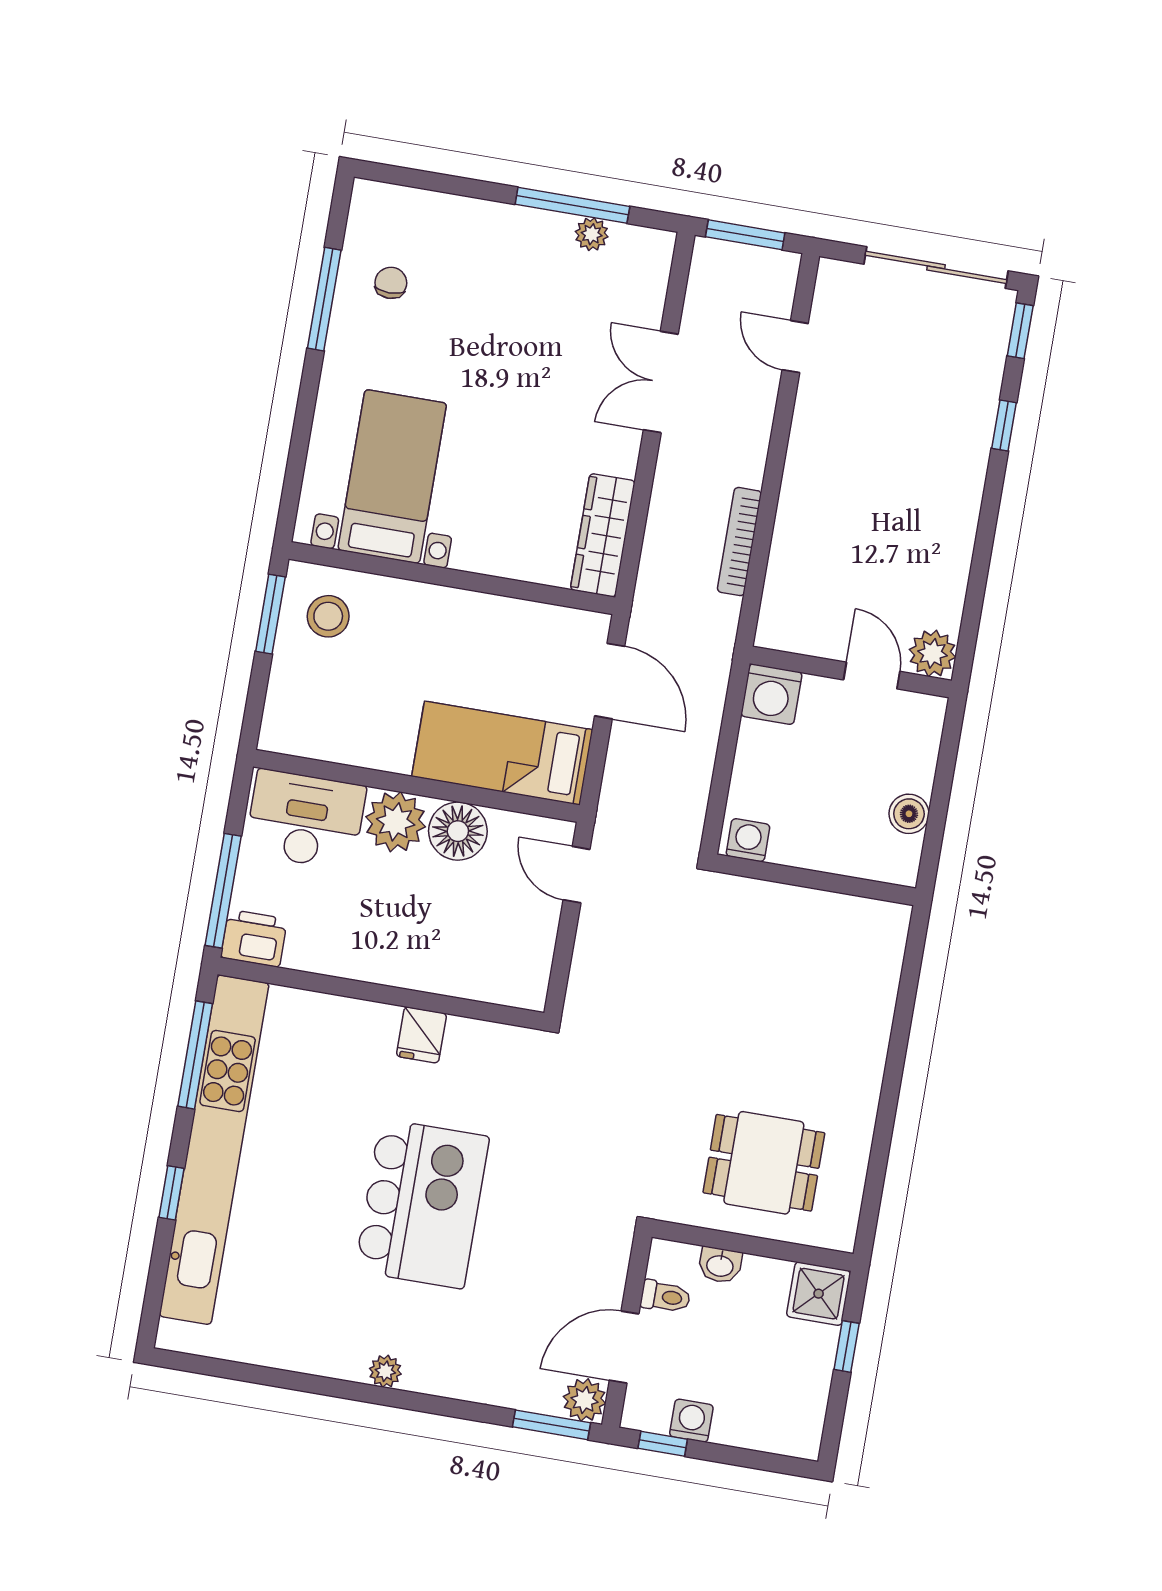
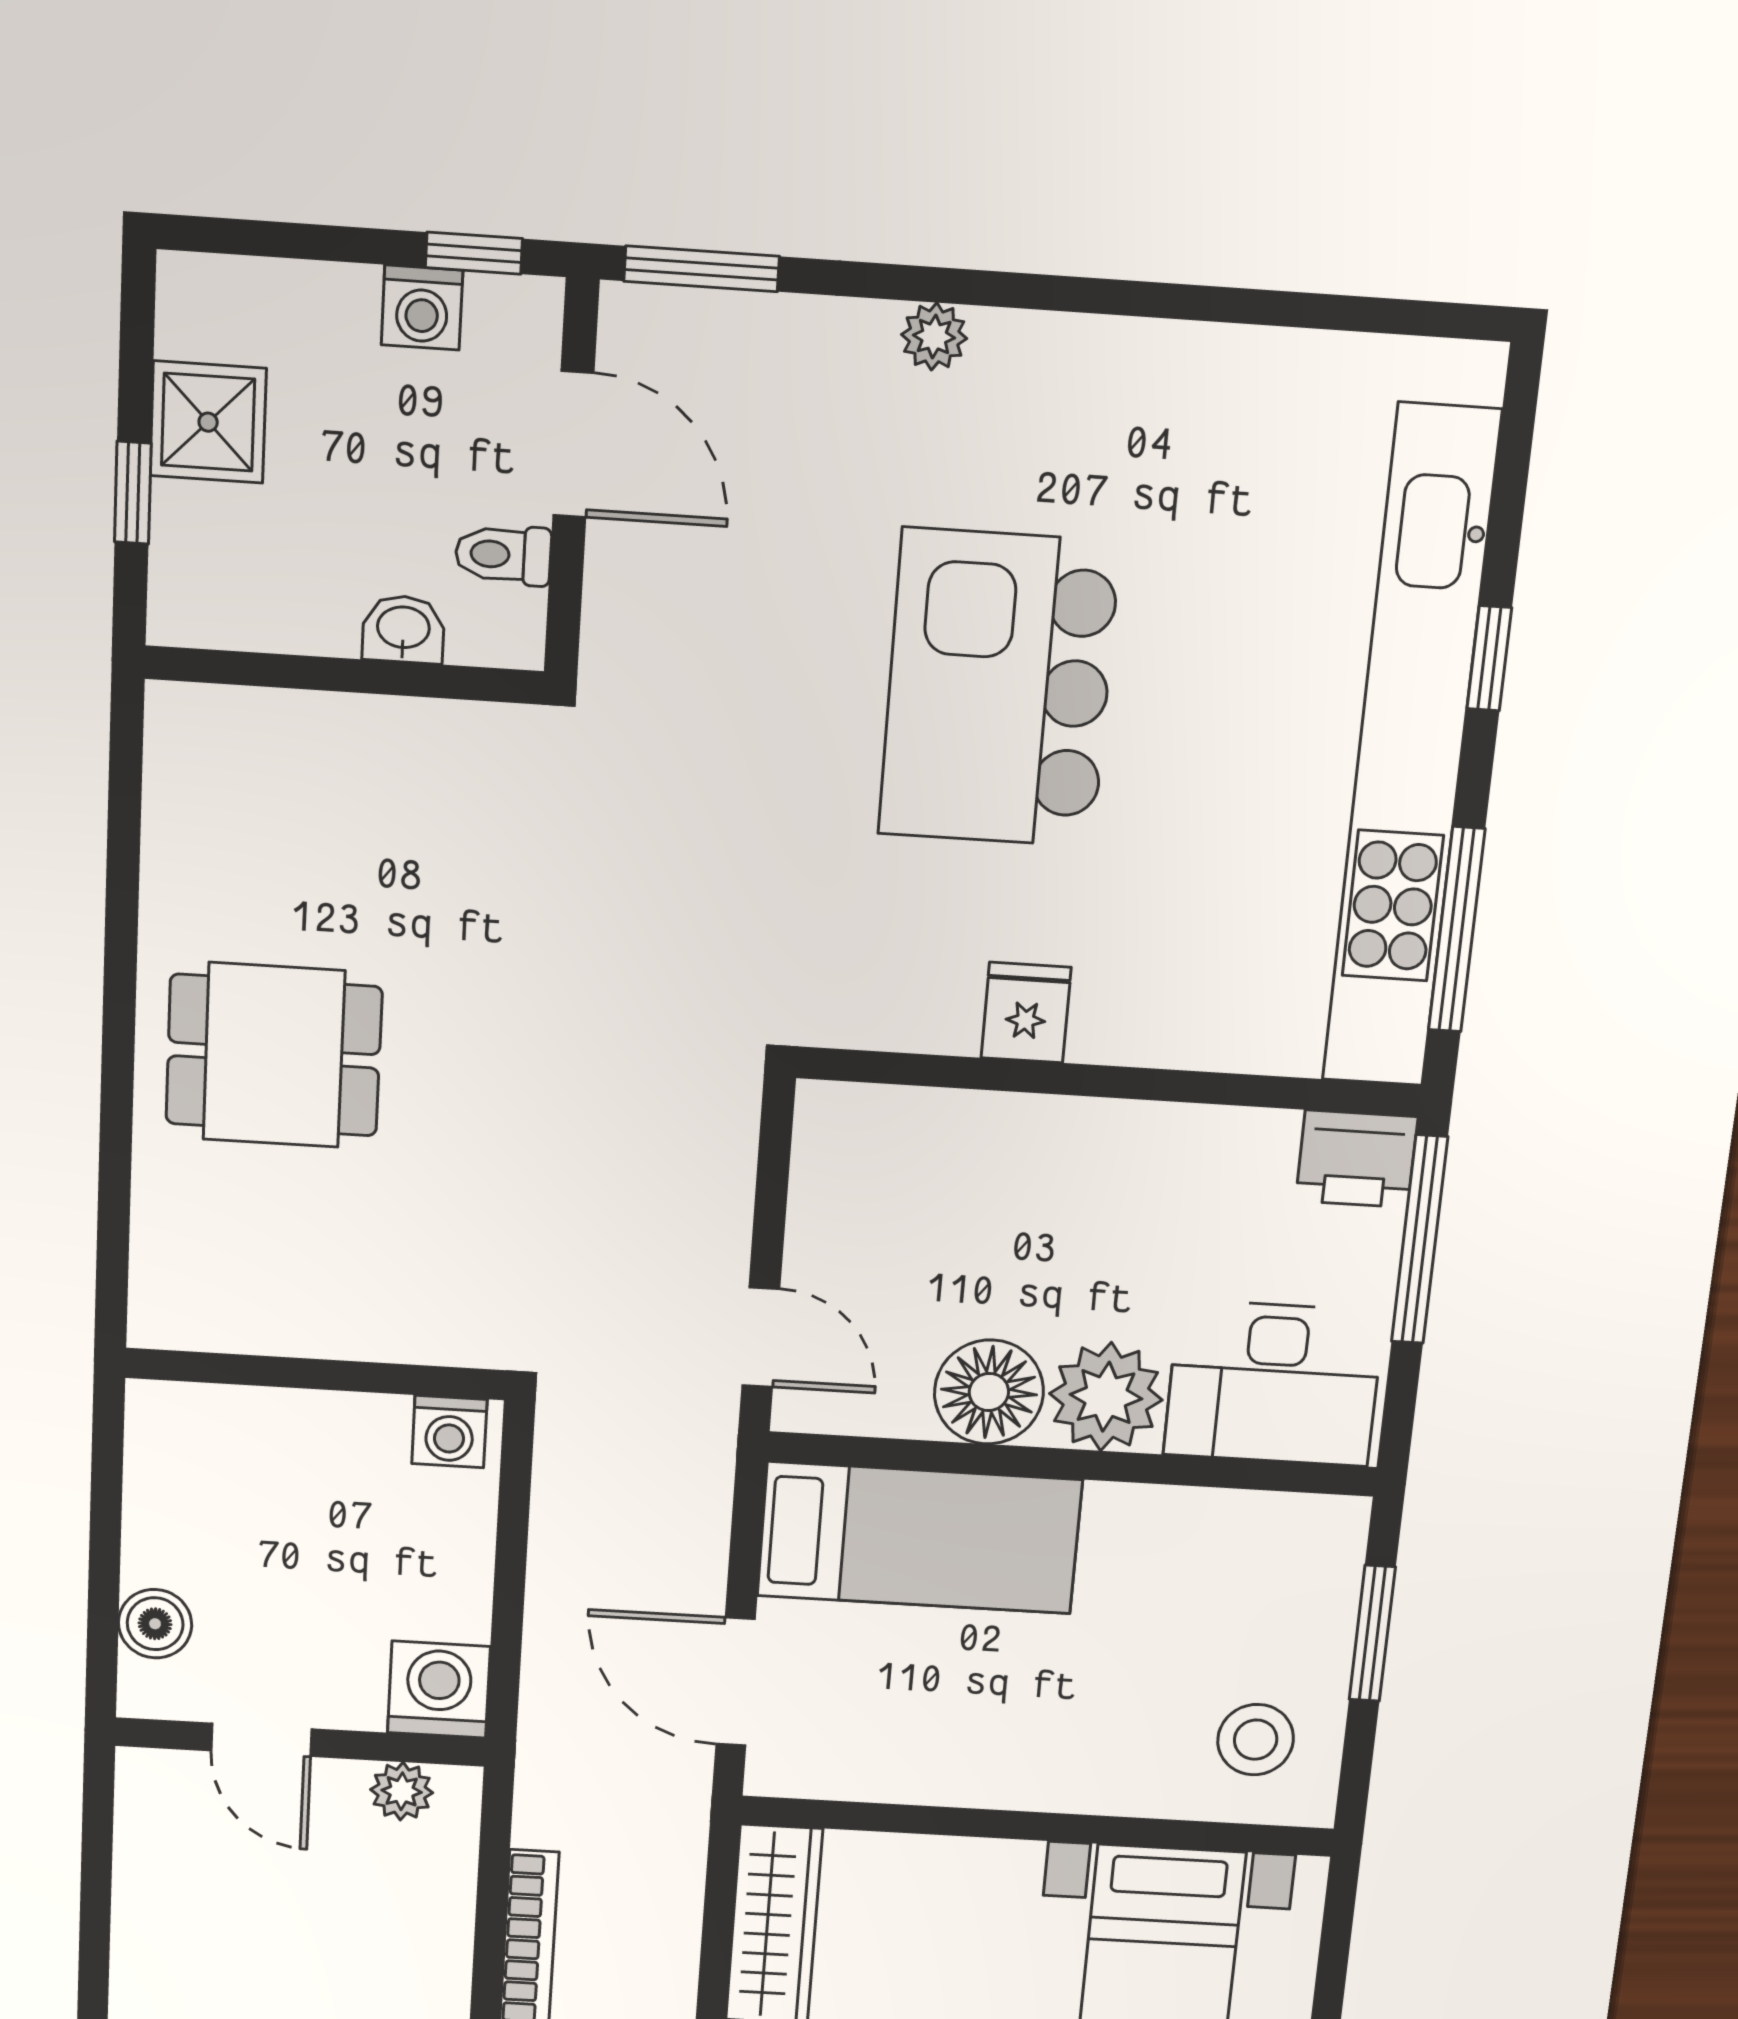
window: (270, 614) -> (1372, 1633), moved
plant: (932, 653) -> (402, 1791), moved, width x0.73, depth x0.73
boiler: (909, 814) -> (155, 1624), moved
dining table: (764, 1163) -> (274, 1055), moved
shower: (819, 1294) -> (208, 422), moved
door: (624, 1347) -> (573, 444), hinge flipped
plant: (385, 1371) -> (934, 336), moved
plant: (585, 1400) -> (641, 327), removed

